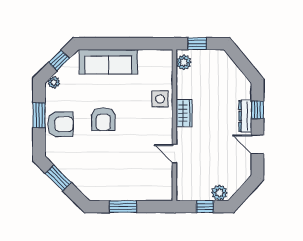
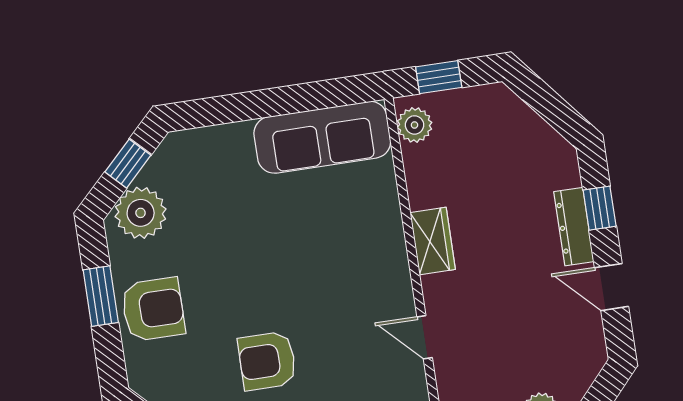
sofa: (108, 62) -> (322, 137), moved
plant: (54, 82) -> (141, 213), width x1.87, depth x1.87
side table: (160, 99) -> (372, 217), removed
armchair: (103, 119) -> (267, 361), moved, turned 90

